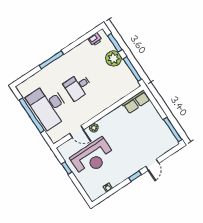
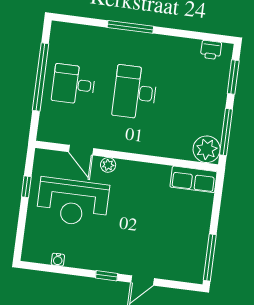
plant: (113, 58) -> (207, 149), moved
desk: (78, 86) -> (135, 92), width x1.37
desk: (49, 106) -> (74, 84), width x0.53, depth x0.77

